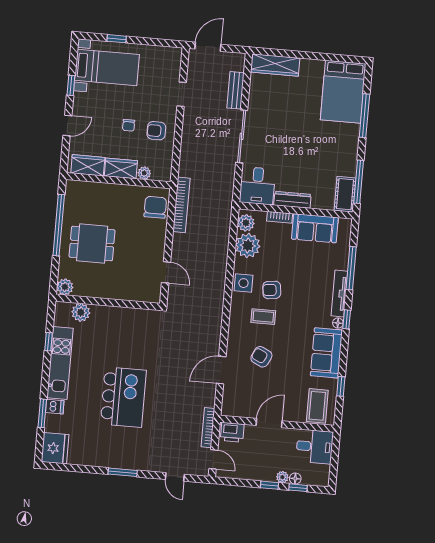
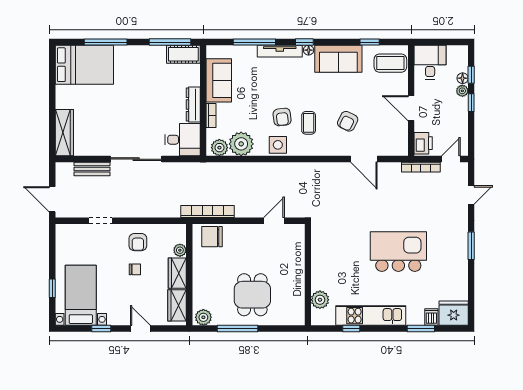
window: (59, 225) -> (237, 328), width x0.68
plant: (65, 287) -> (203, 317), moved
dishwasher: (55, 407) -> (431, 317), moved

